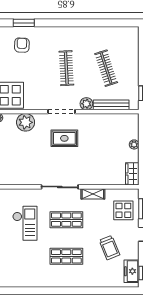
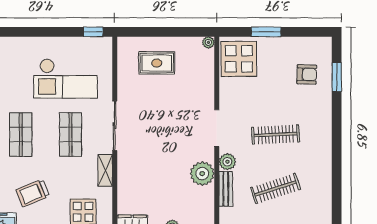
bench: (111, 105) -> (226, 189), width x0.73
plant: (26, 122) -> (202, 174), moved
rug: (64, 138) -> (157, 63), moved, turned 90
checkout: (25, 223) -> (65, 79), width x1.36, depth x1.21

